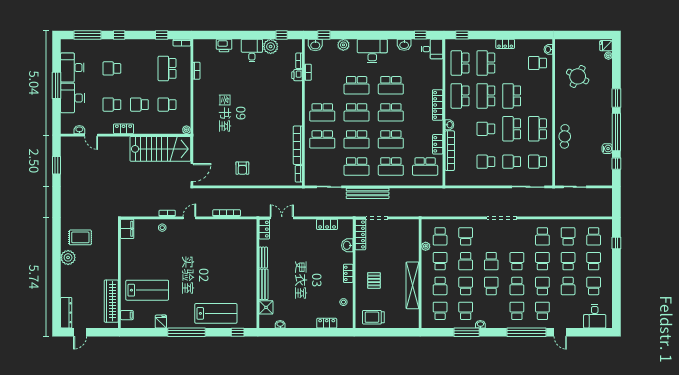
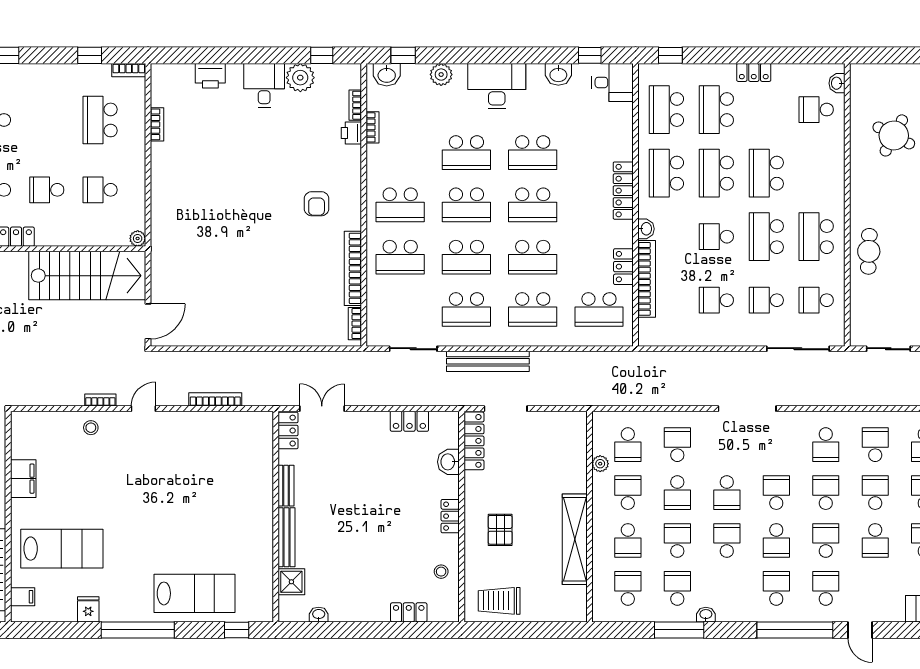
armchair: (242, 168) -> (317, 204), moved
filing cabinet: (127, 229) -> (23, 479), moved

